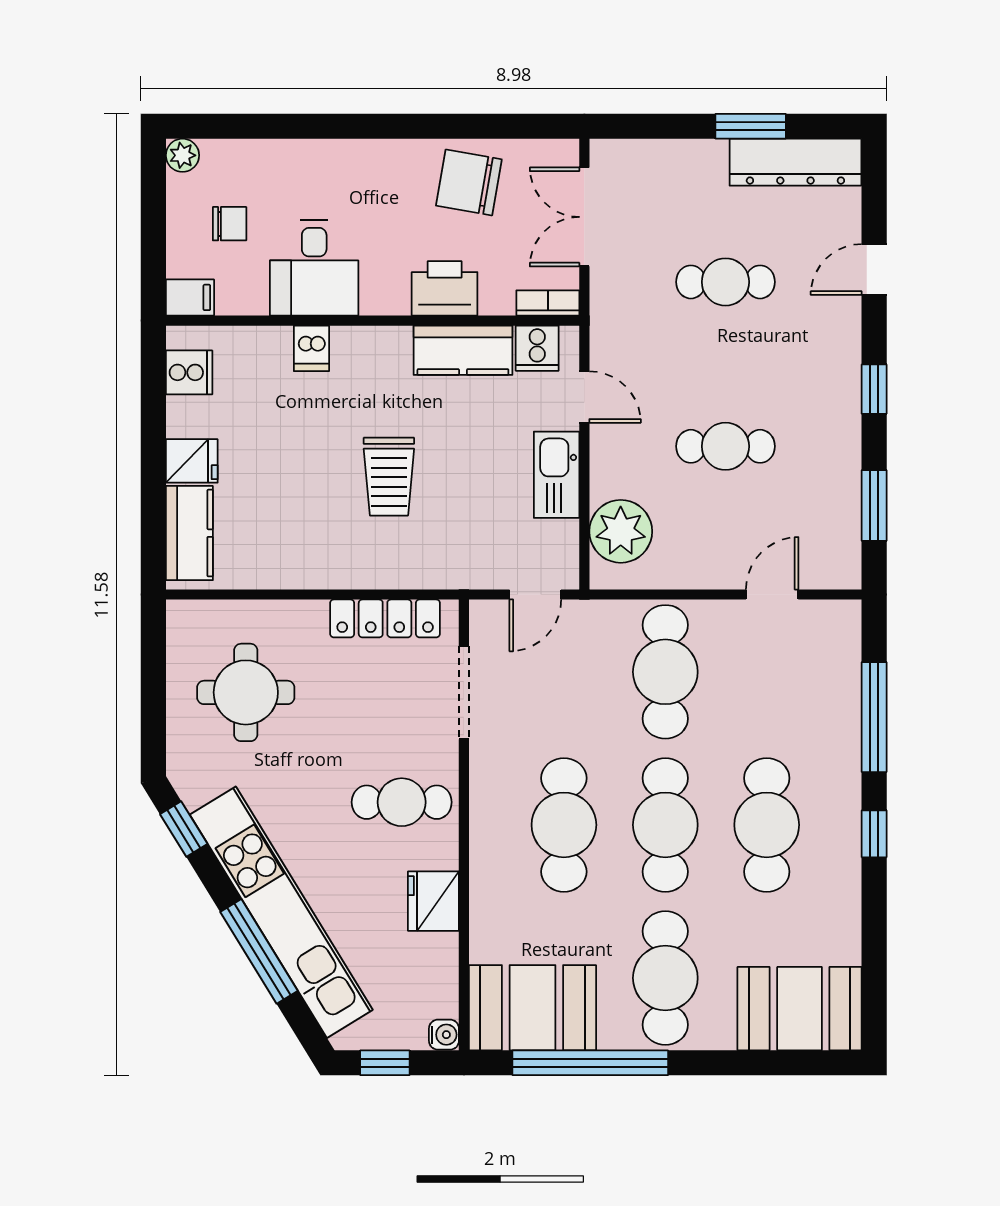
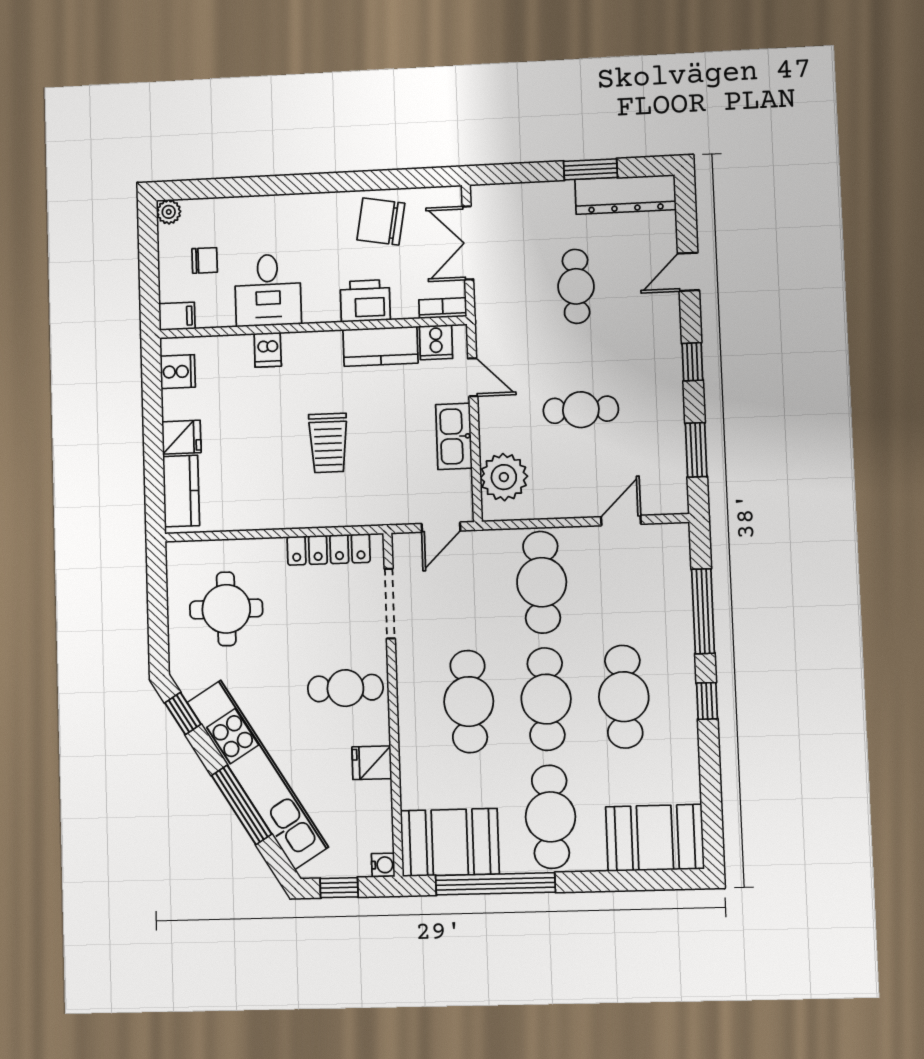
cafe table: (725, 282) -> (576, 286), turned 90
fridge: (433, 901) -> (372, 763), width x0.72

